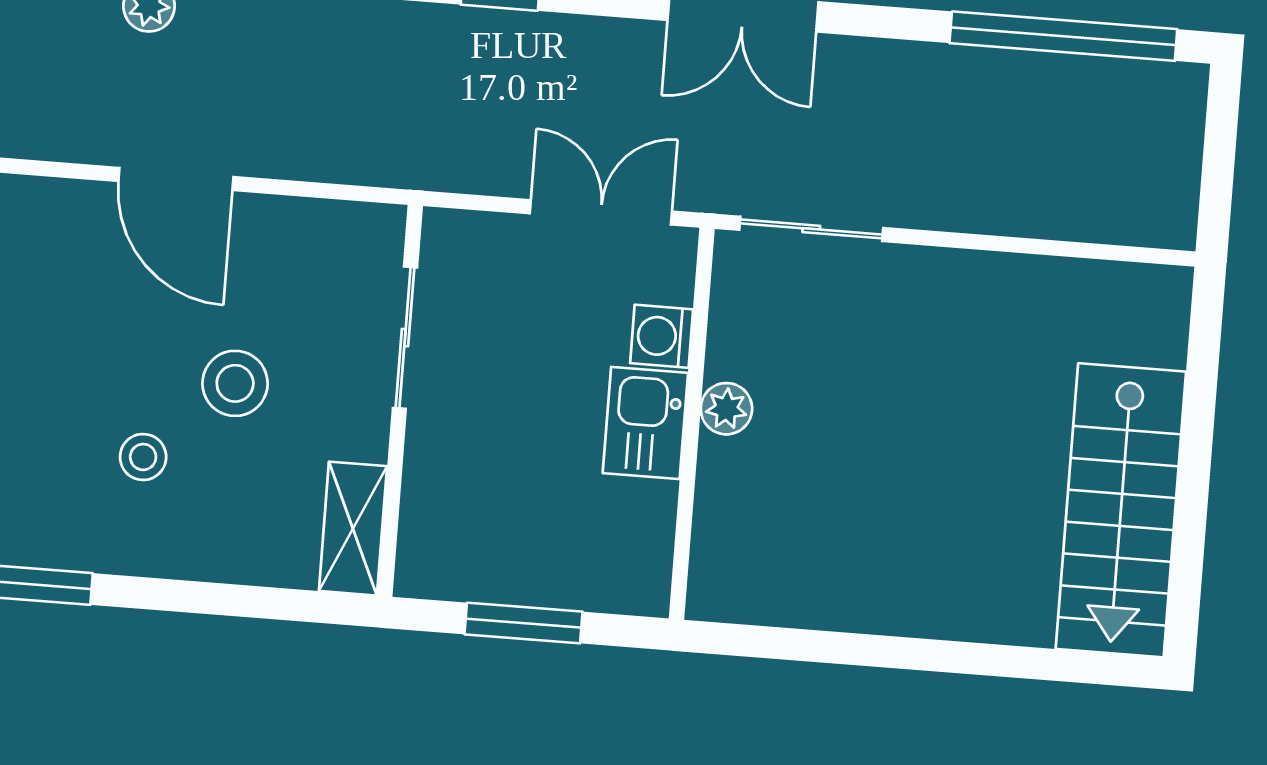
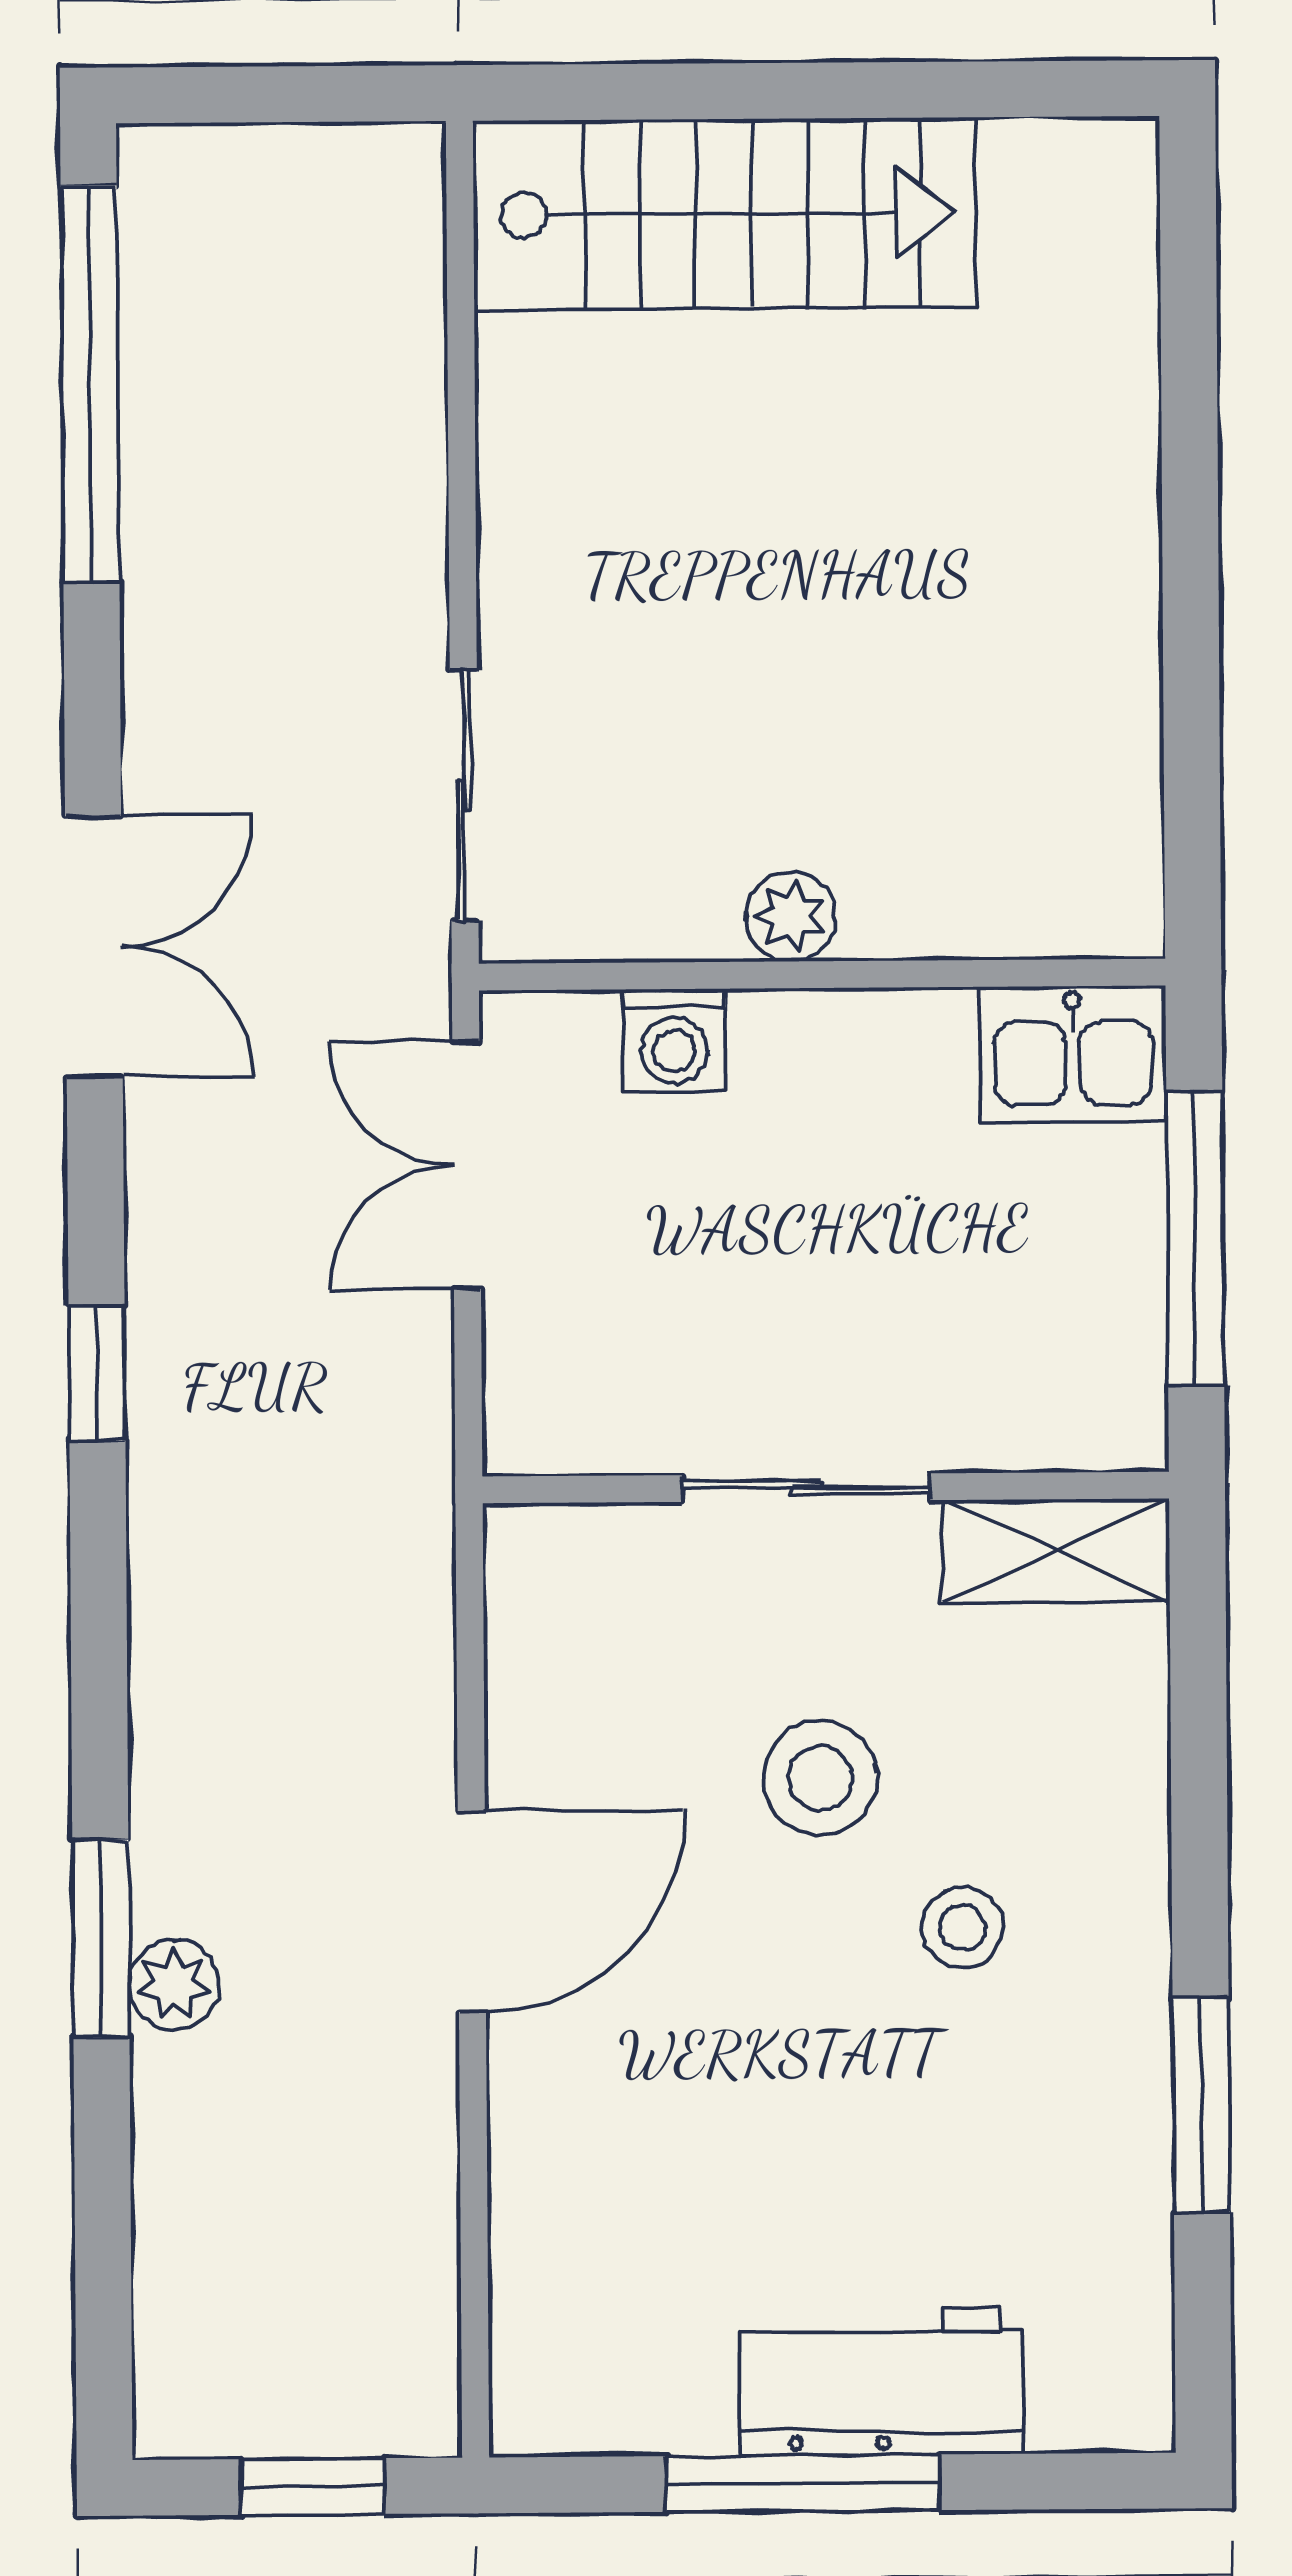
sliding door: (405, 338) -> (806, 1488), moved
kitchen sink: (645, 423) -> (1073, 1054), moved
stairs: (1121, 510) -> (725, 214), moved
window: (523, 623) -> (1195, 1239), width x1.44

